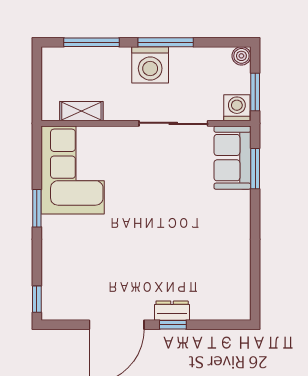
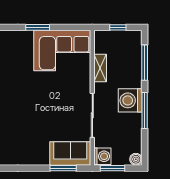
window: (37, 84) -> (118, 27), added
shelving: (81, 111) -> (100, 68), moved

